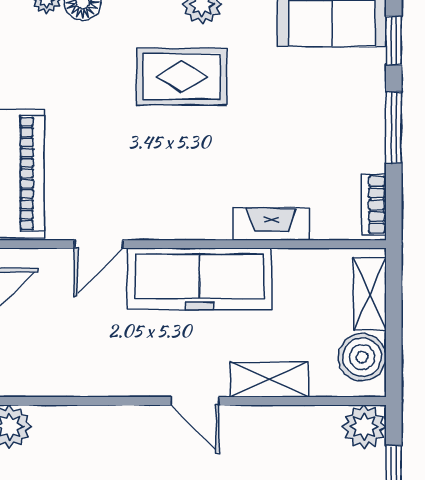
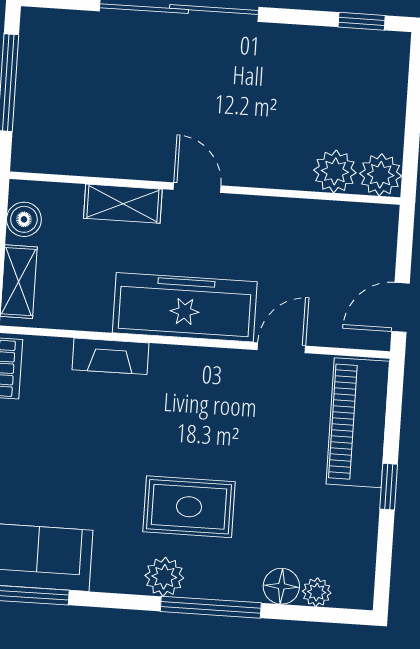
boiler: (362, 357) -> (24, 219), width x0.73, depth x0.73
plant: (364, 427) -> (335, 171), moved

